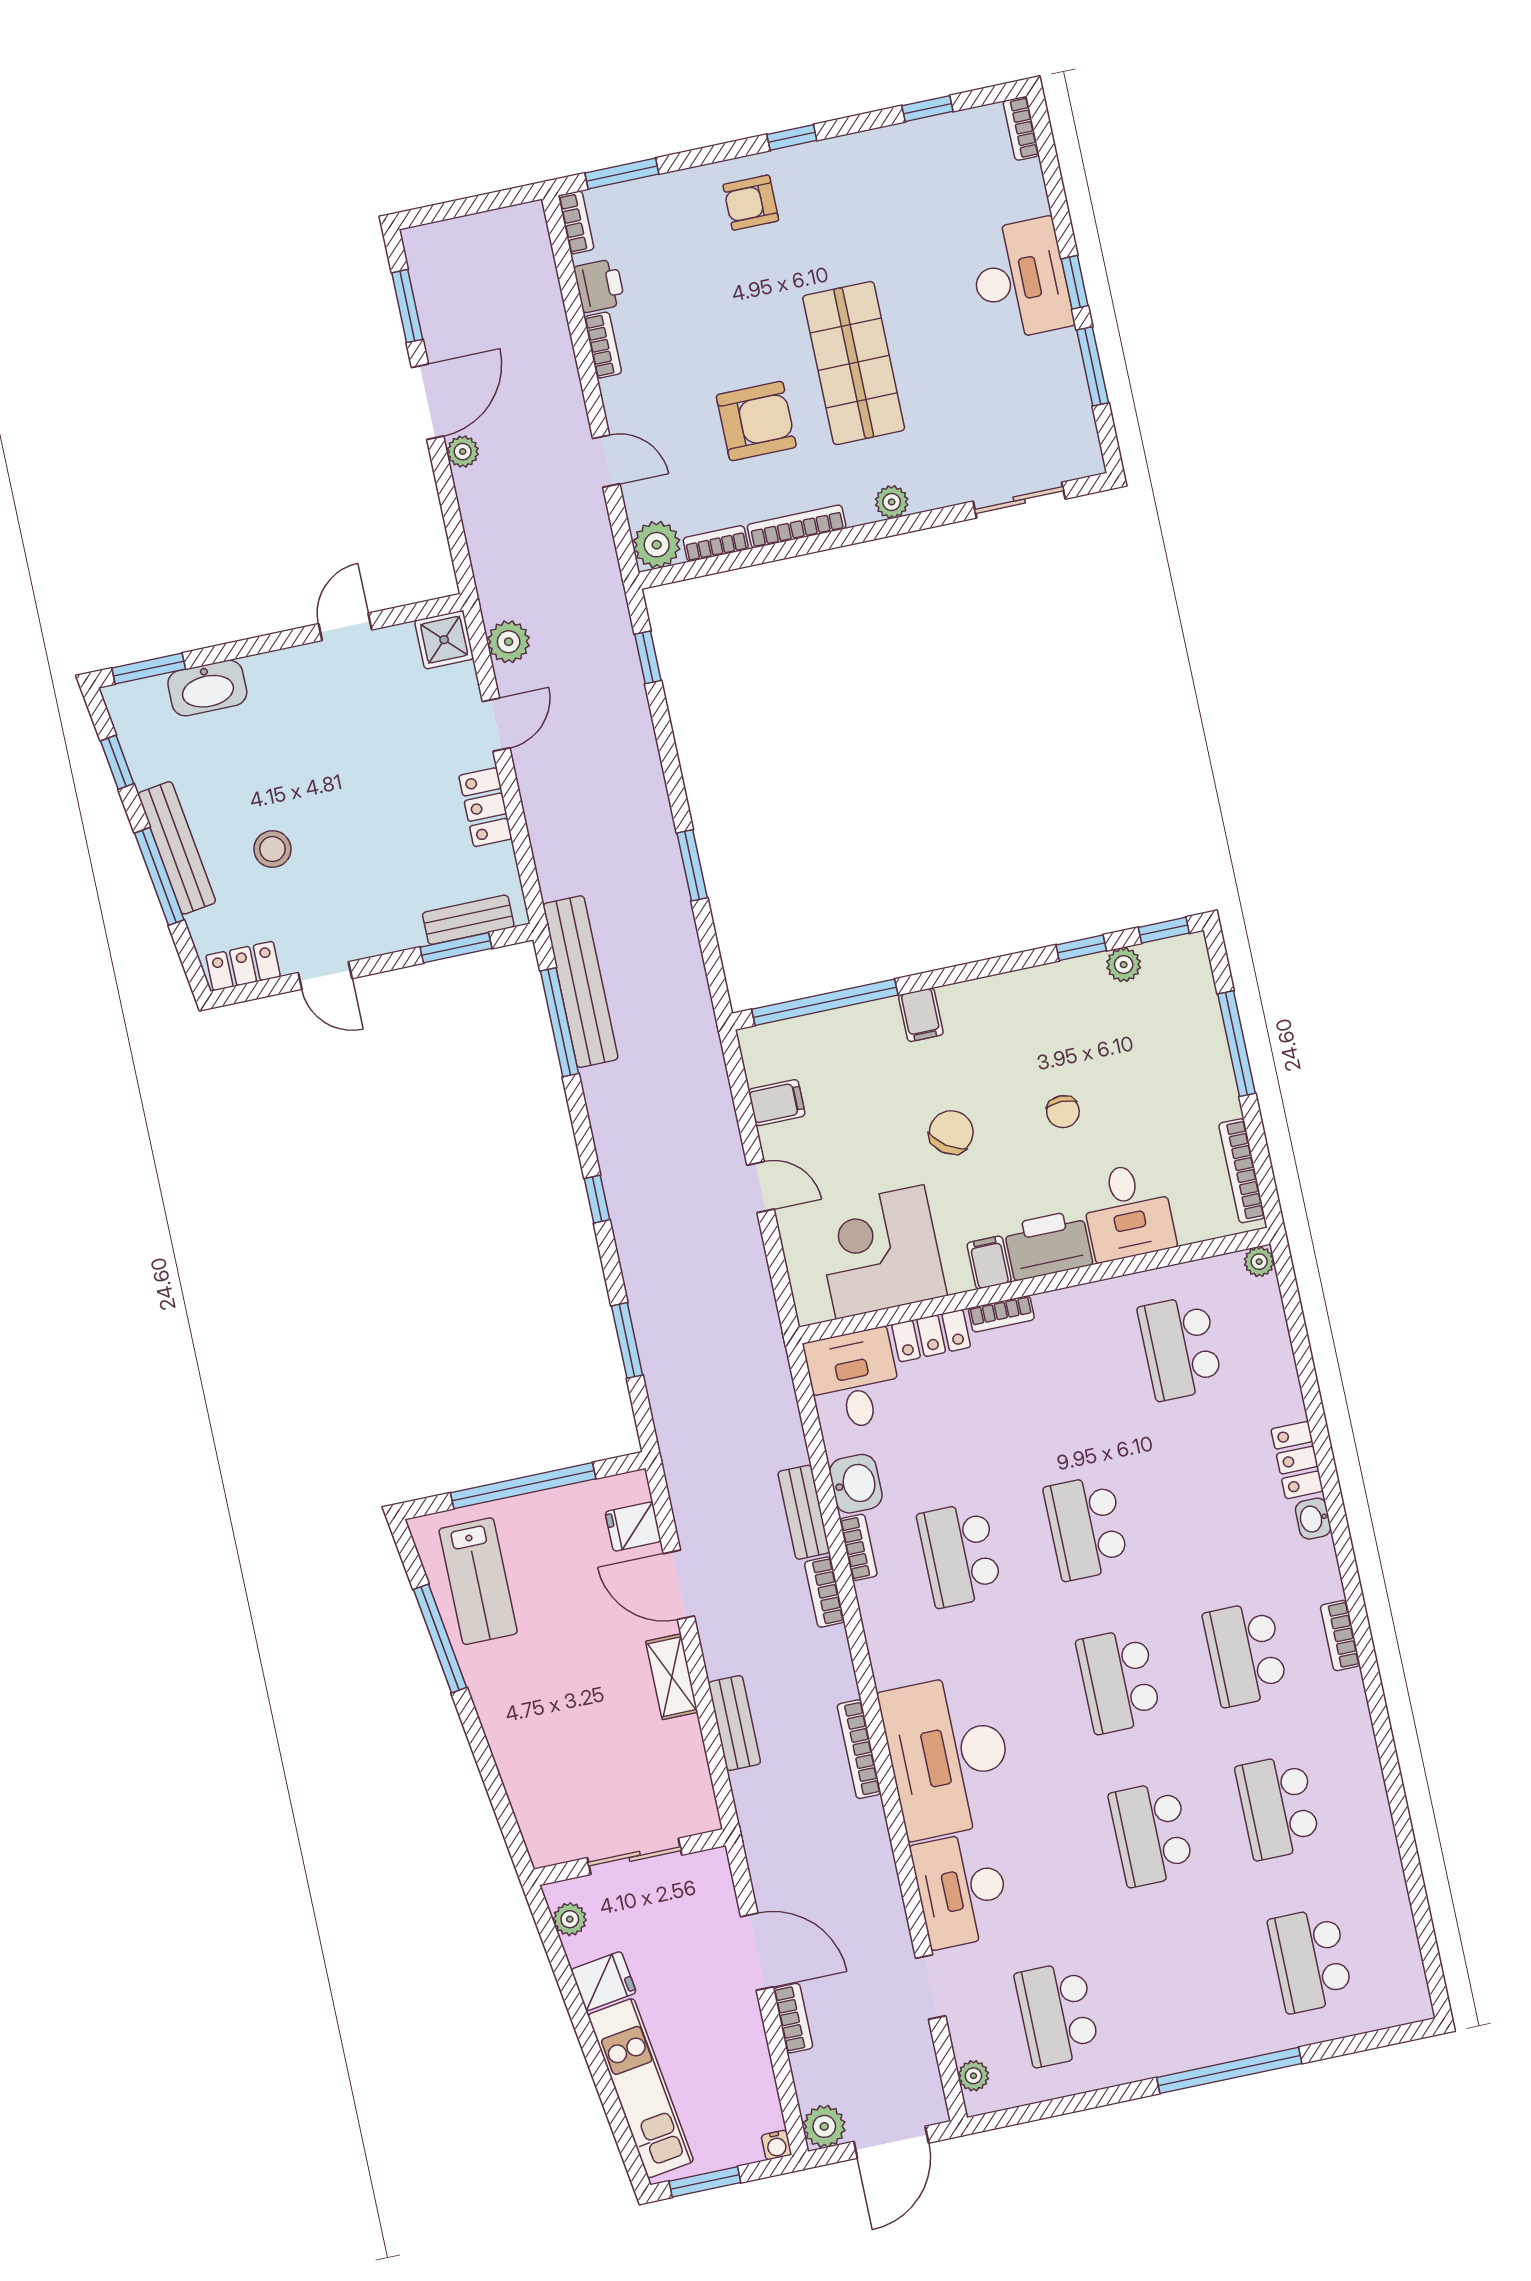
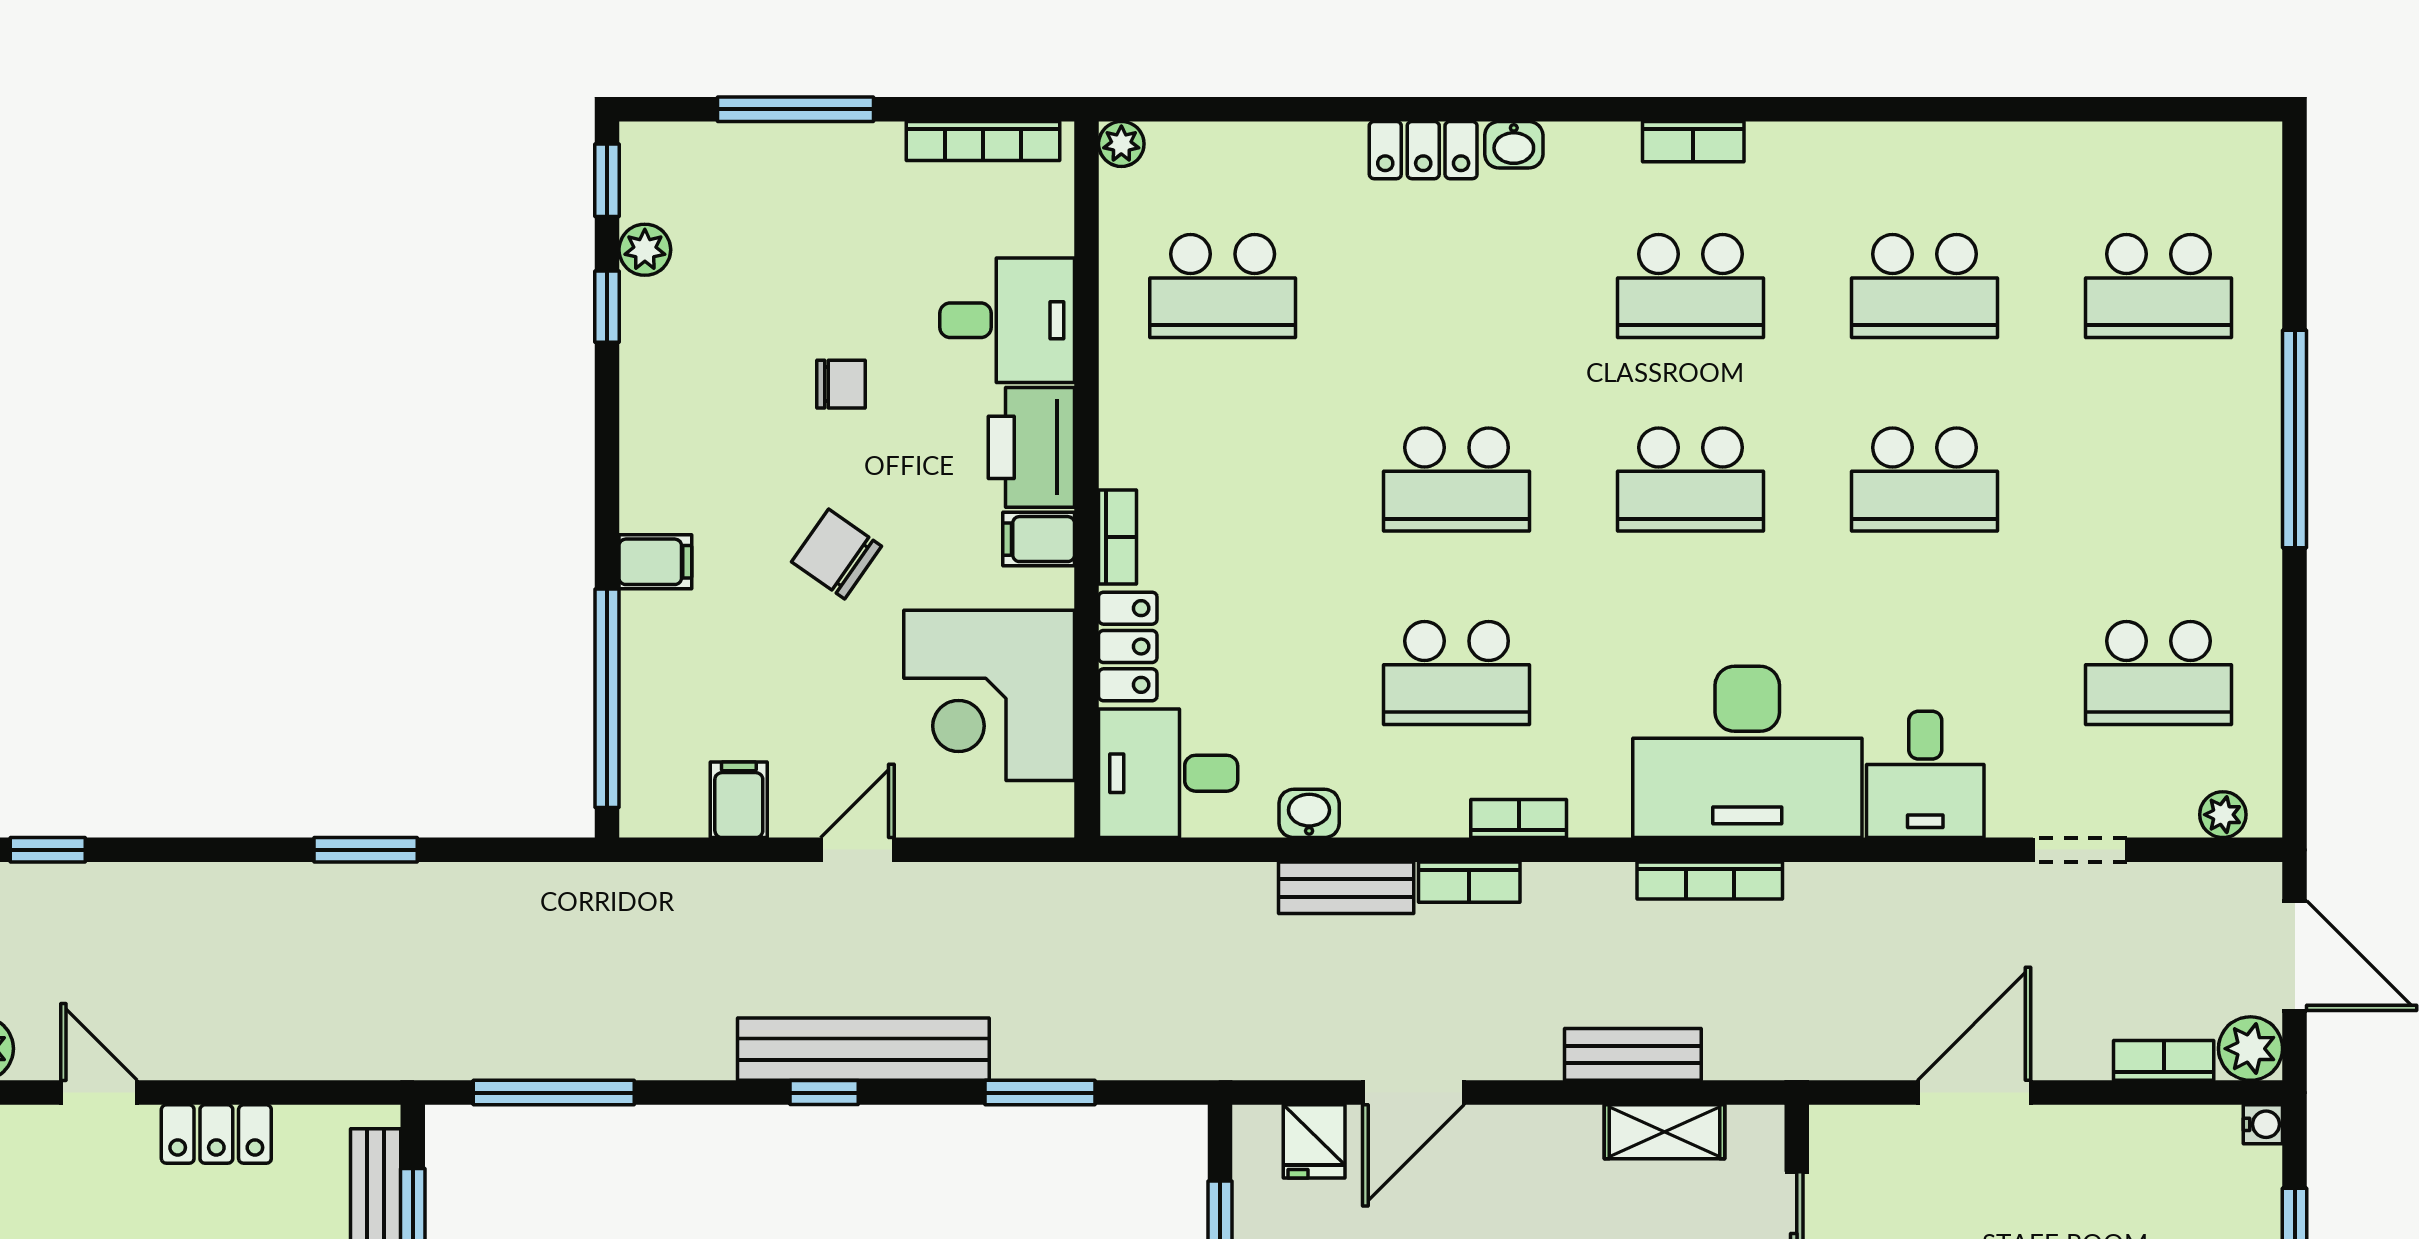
bench: (580, 982) -> (863, 1049), moved
washbasin: (856, 1484) -> (1309, 813), width x0.72, depth x0.69
bookcase: (858, 1547) -> (1519, 819), moved
shelving: (672, 1677) -> (1665, 1132), moved
desk: (961, 1890) -> (1925, 774), width x0.73
bookcase: (793, 2018) -> (2164, 1060), moved

